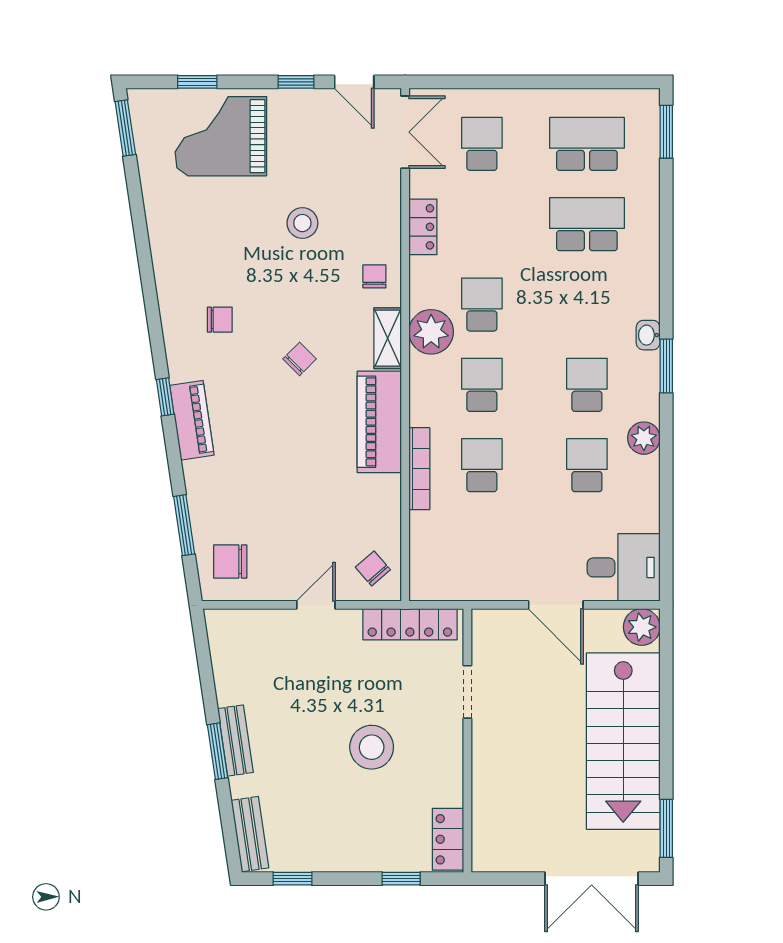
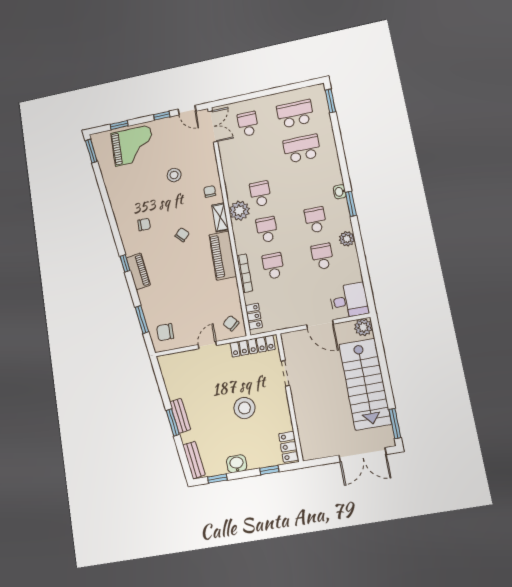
grand piano: (221, 136) -> (133, 146), turned 180
locker: (423, 227) -> (254, 316), moved
washbasin: (337, 856) -> (237, 464), added

